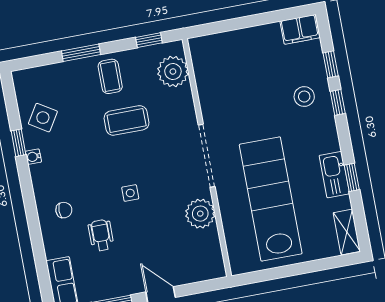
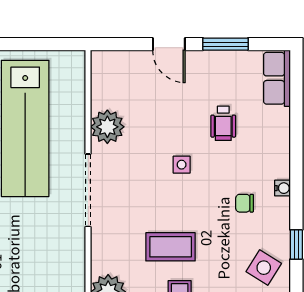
water cooler: (33, 157) -> (283, 188), moved
chair: (64, 210) -> (245, 203), moved

